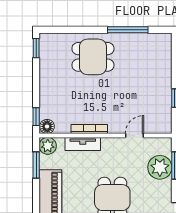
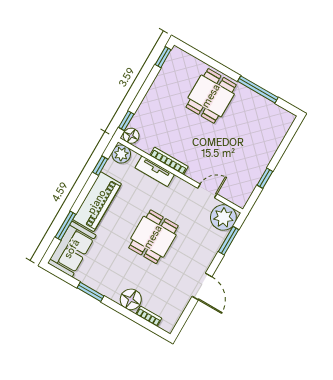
dining table: (93, 57) -> (211, 96), turned 90
window: (36, 165) -> (100, 166), width x0.67
plant: (160, 167) -> (223, 217), moved

